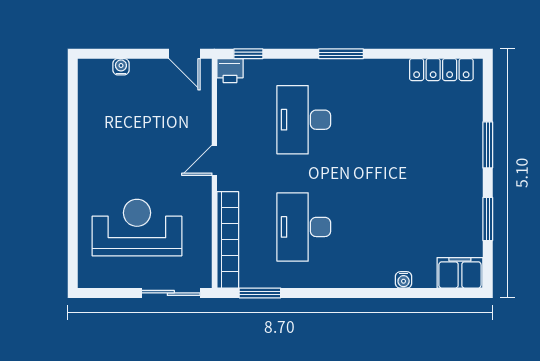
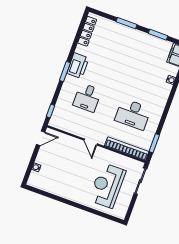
printer: (230, 71) -> (78, 66), moved, width x1.87, depth x1.48
desk: (304, 120) -> (87, 98), width x0.73

